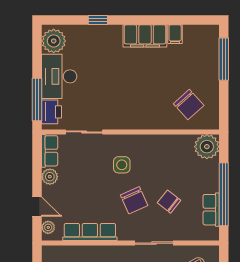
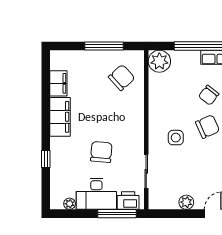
filing cabinet: (175, 34) -> (58, 83), width x2.00
plant: (54, 41) -> (70, 204), width x0.53, depth x0.53
window: (224, 59) -> (104, 46), moved
chair: (106, 82) -> (101, 152), added
row of seats: (50, 151) -> (163, 202), removed

